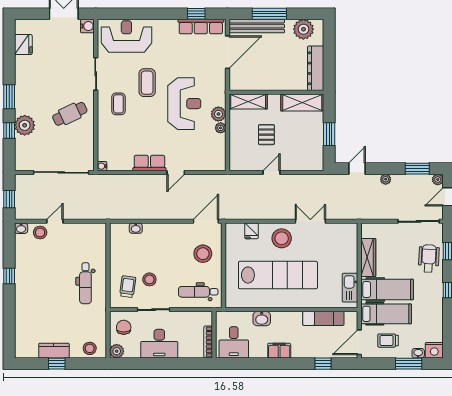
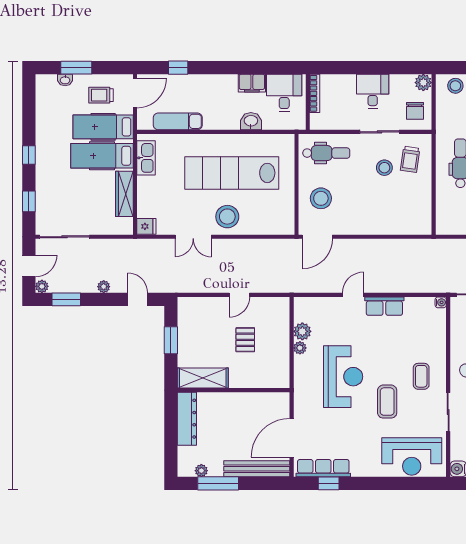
window: (269, 14) -> (218, 483), moved
plant: (303, 29) -> (201, 471), width x0.53, depth x0.53
shelving: (248, 102) -> (267, 379), removed
reception desk: (184, 104) -> (343, 377), turned 180
plant: (218, 114) -> (302, 331), moved
door: (357, 169) -> (138, 299), swing flipped
washbasin: (136, 228) -> (401, 229), removed
fridge: (252, 231) -> (146, 226), moved, turned 90
wheelchair: (429, 258) -> (52, 193), removed
trolley: (388, 341) -> (101, 95), turned 180
desk: (159, 344) -> (373, 91), width x0.73
nightstand: (434, 350) -> (46, 84), removed
filing cabinet: (279, 351) -> (252, 83), moved

